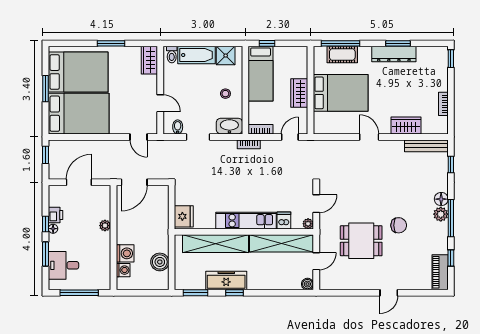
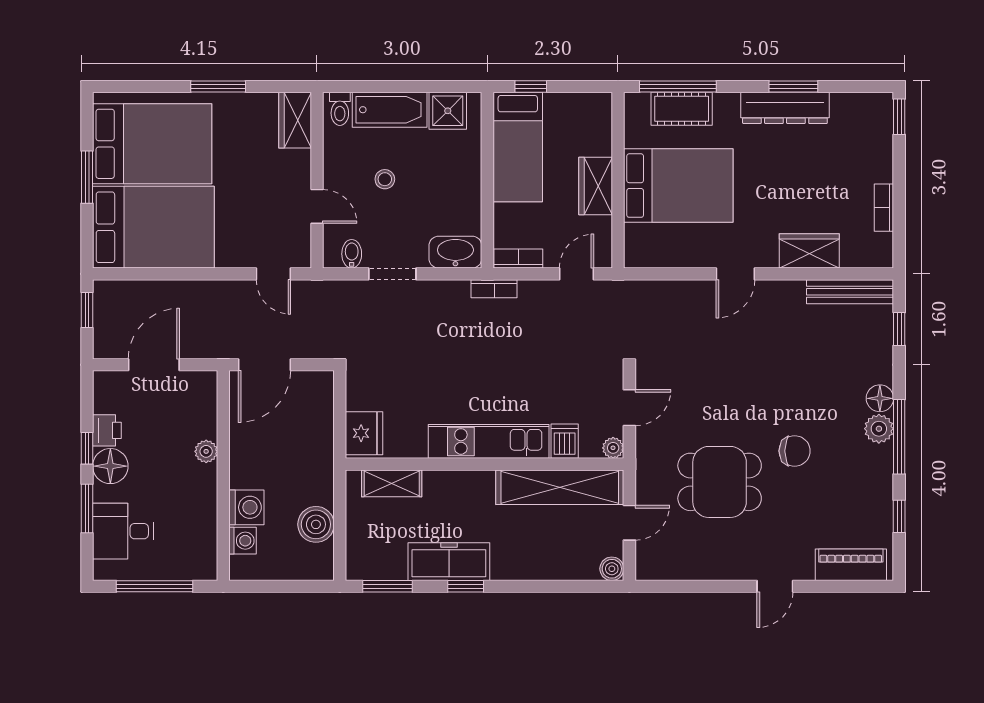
stool: (225, 94) -> (385, 179), moved
door: (369, 137) -> (735, 274), swing flipped
floor lamp: (53, 229) -> (110, 466), width x1.89, depth x1.89
shelving: (216, 244) -> (392, 483), width x0.45, depth x0.75
piano: (440, 272) -> (851, 565), moved, turned 90

